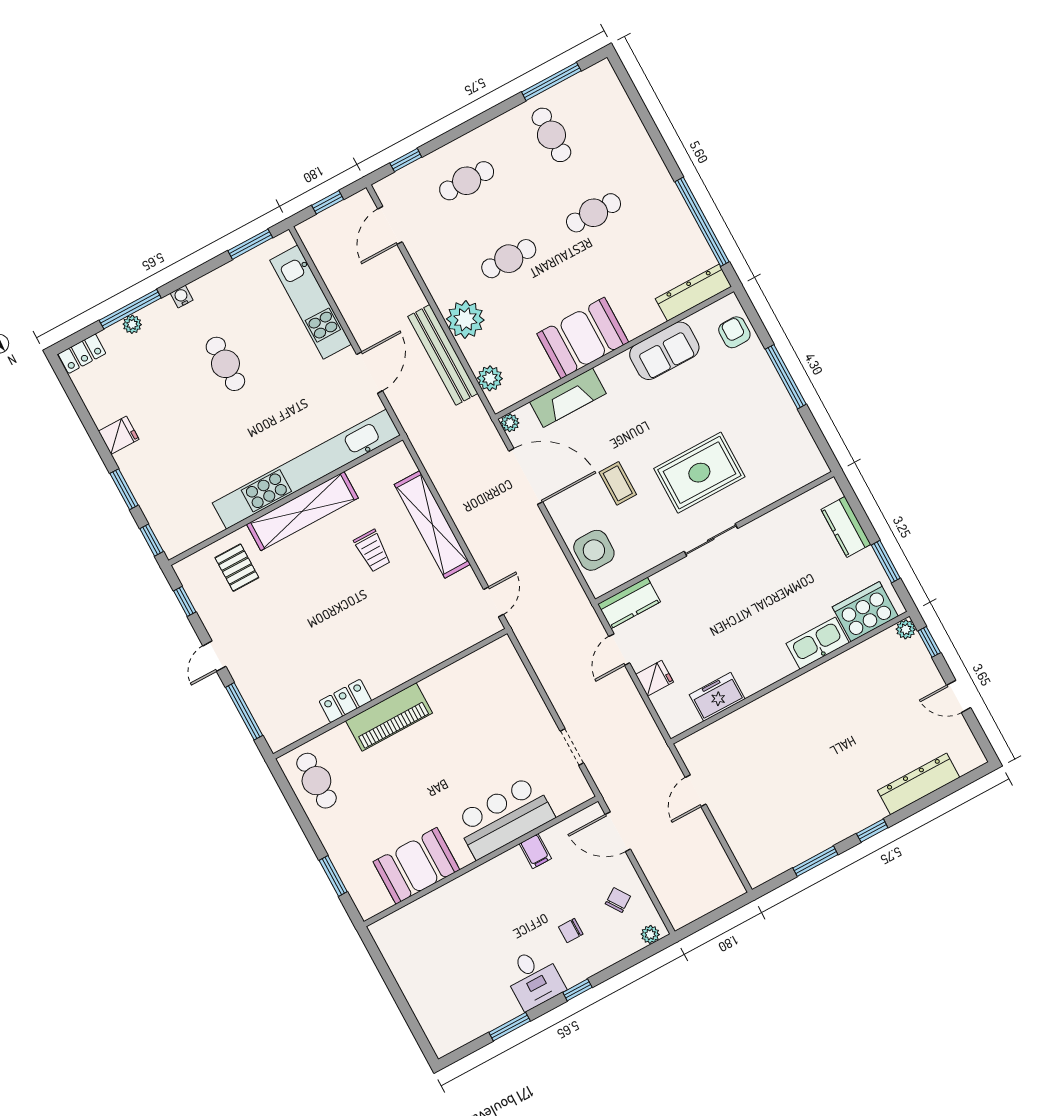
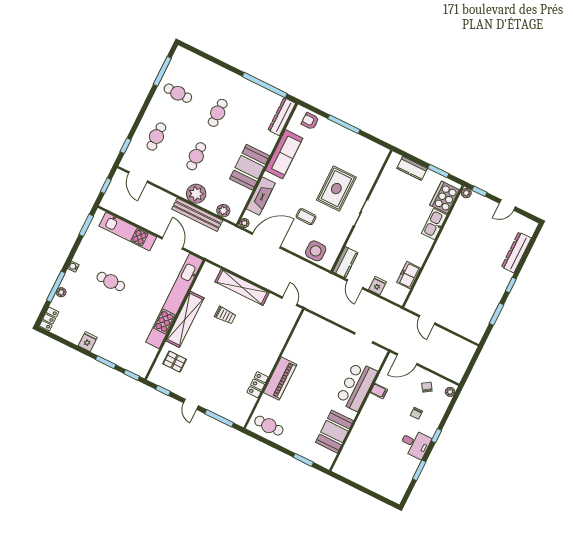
sofa: (664, 351) -> (284, 154), width x1.36

